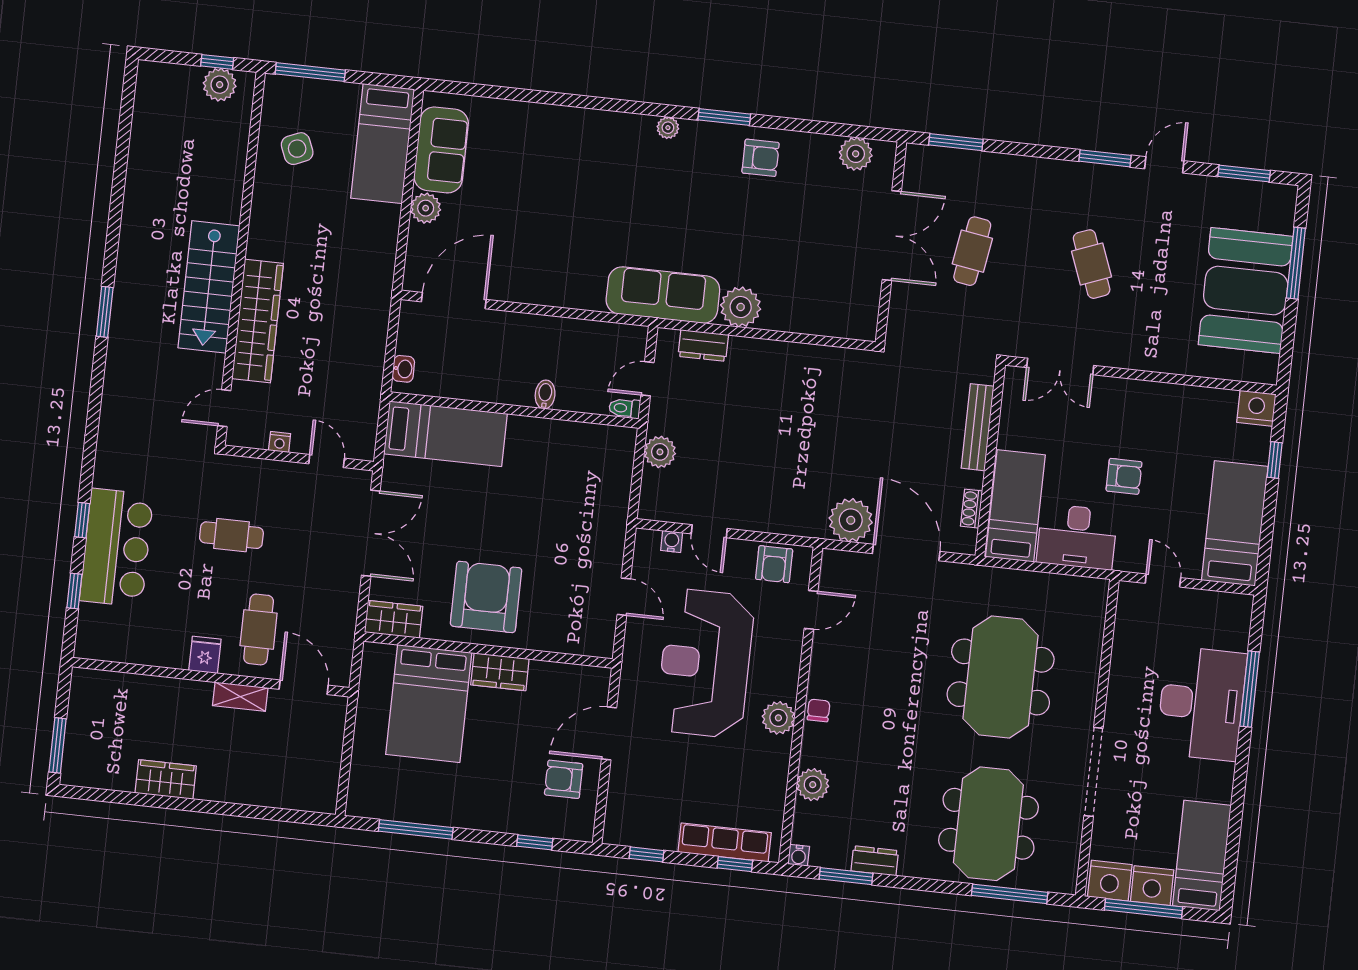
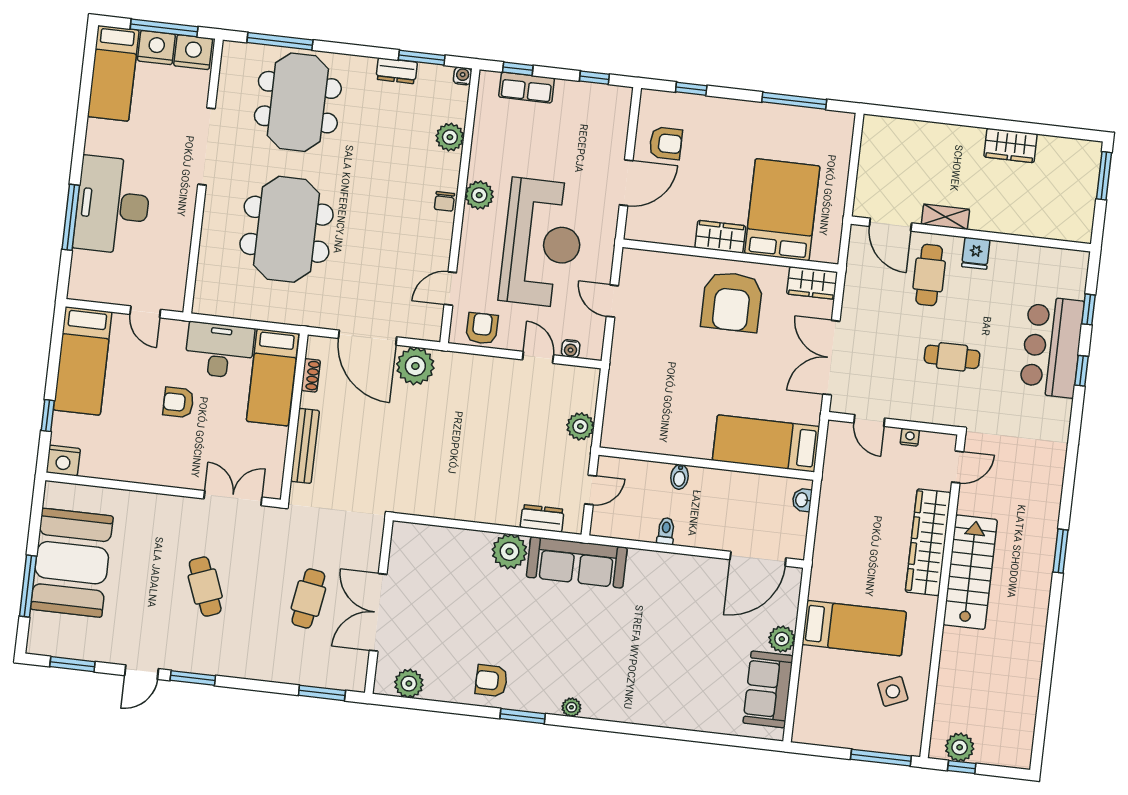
bed: (383, 144) -> (854, 628), moved, turned 90
toilet: (625, 408) -> (666, 531), moved, turned -90
row of seats: (725, 842) -> (527, 88), width x0.68

